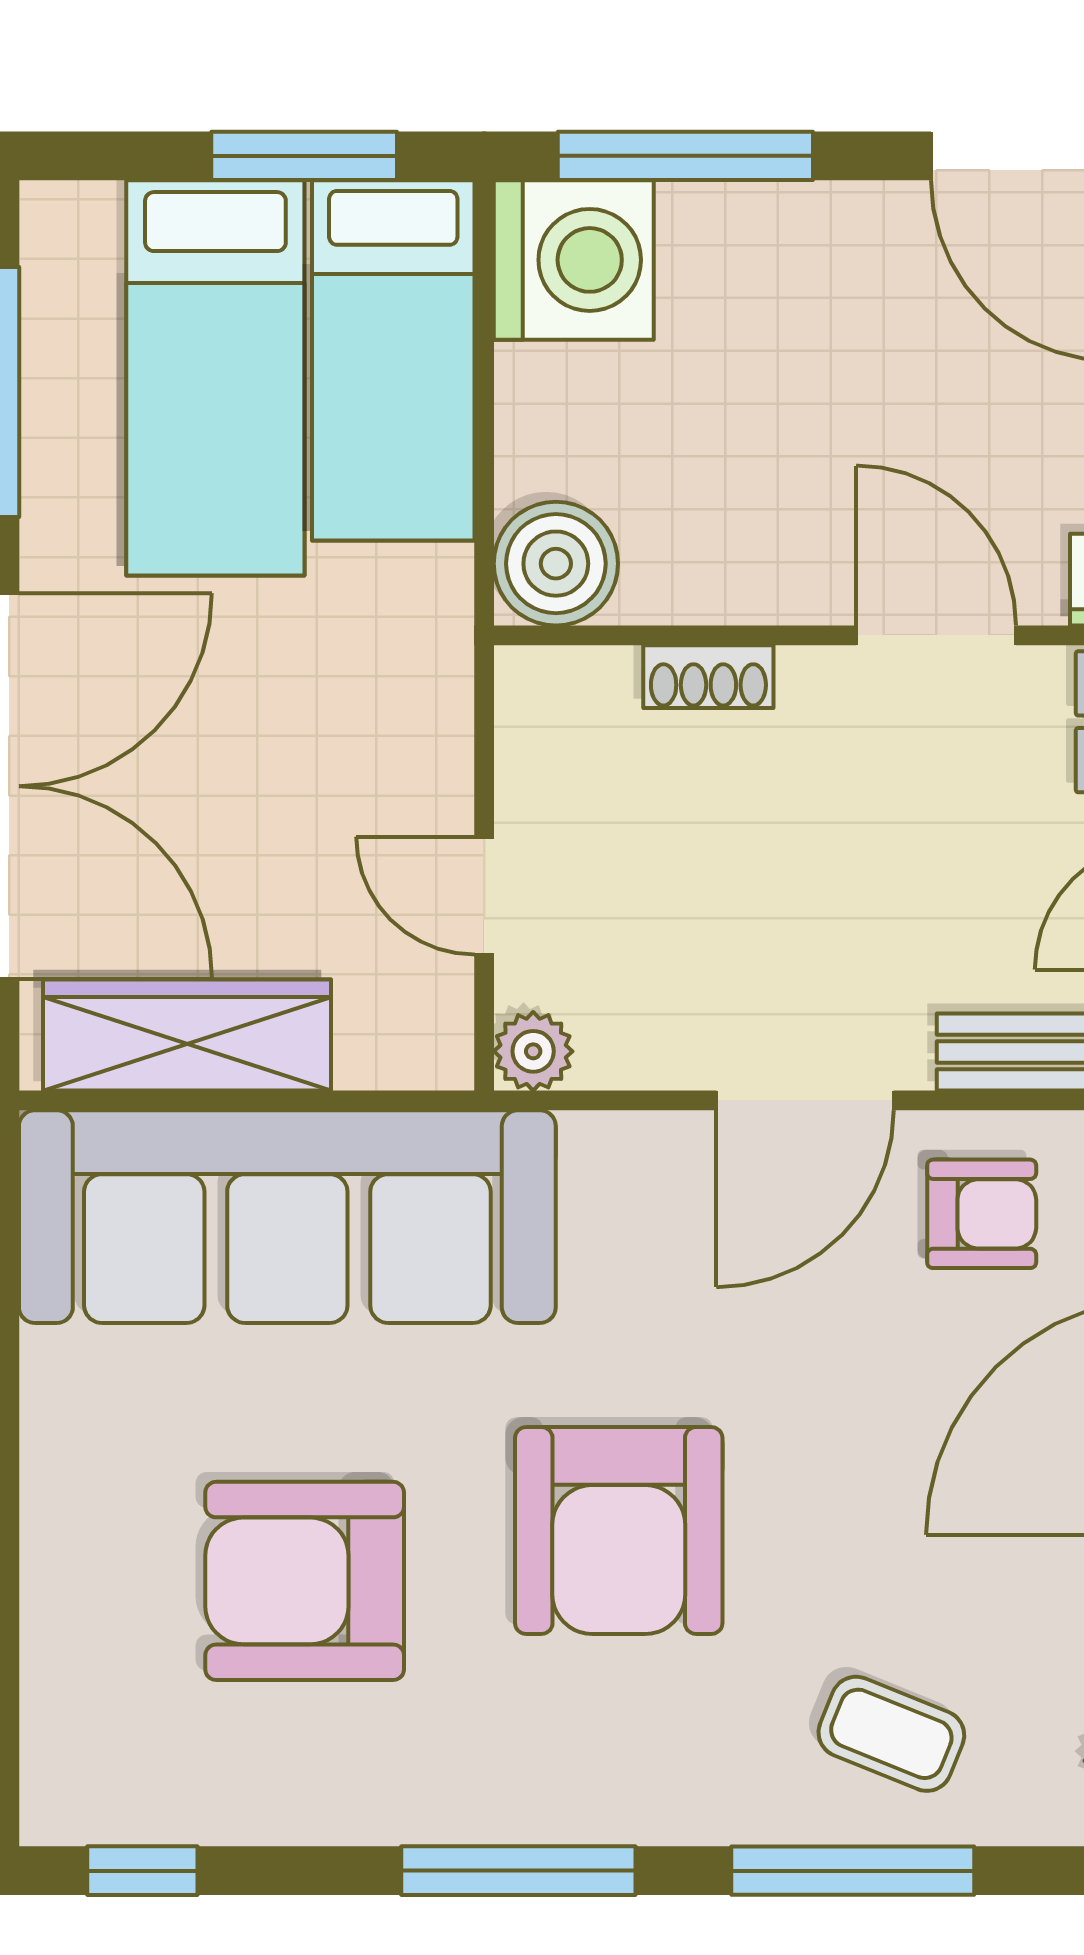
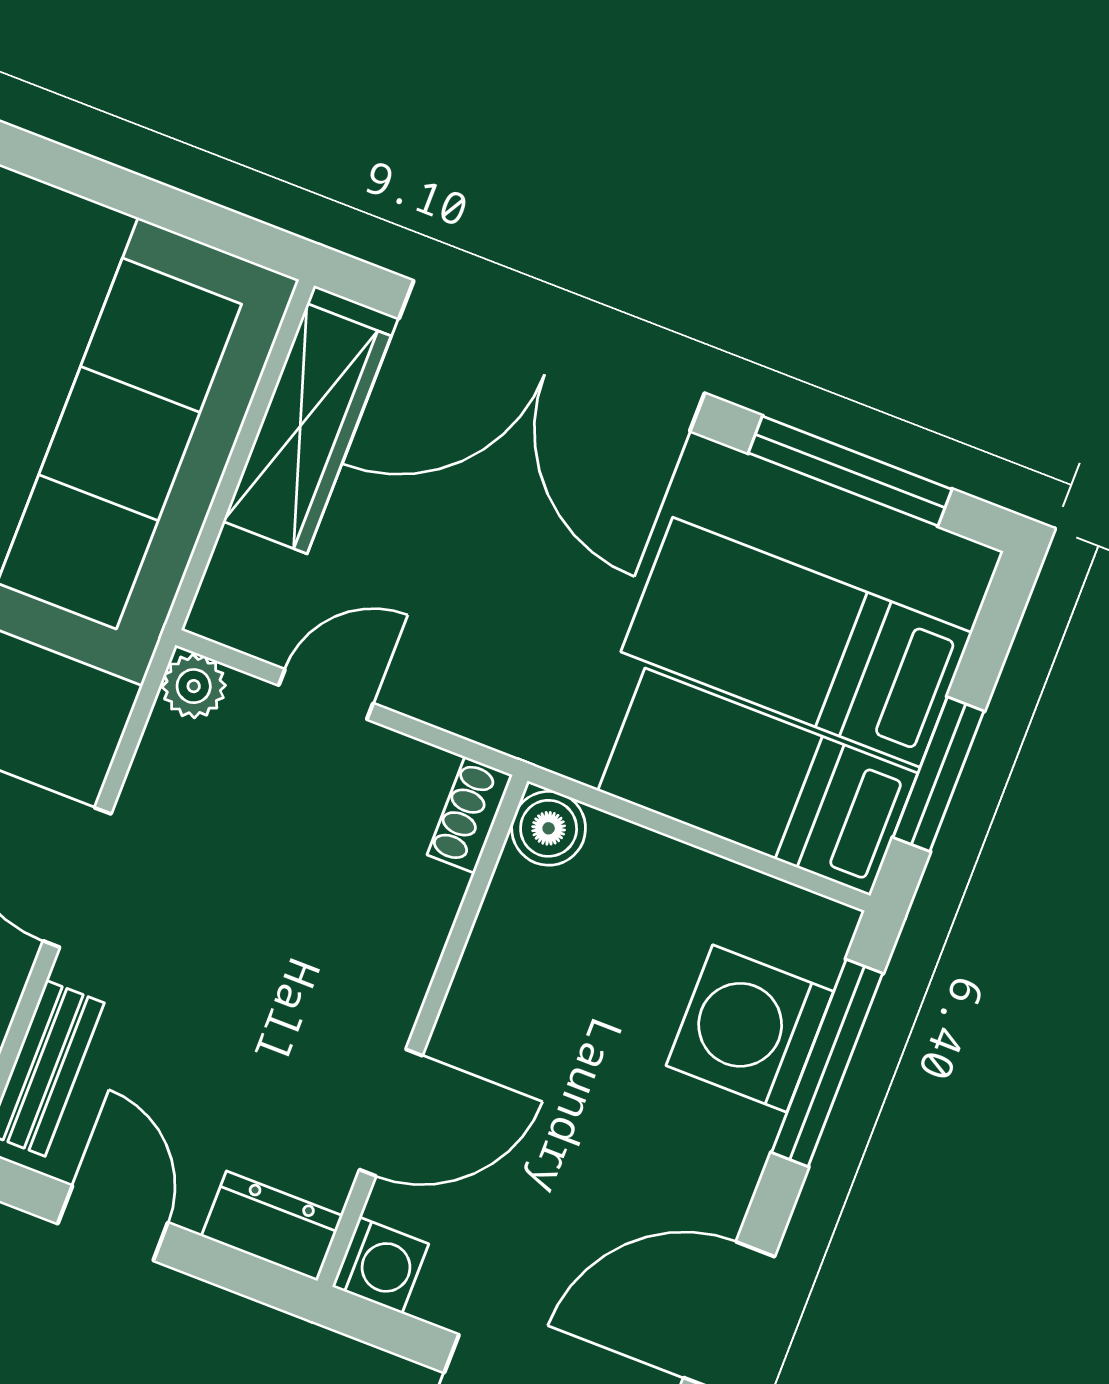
washing machine: (574, 260) -> (750, 1029), moved, turned 90
boiler: (556, 564) -> (549, 828), width x0.73, depth x0.73
shoe rack: (708, 677) -> (470, 815), moved

